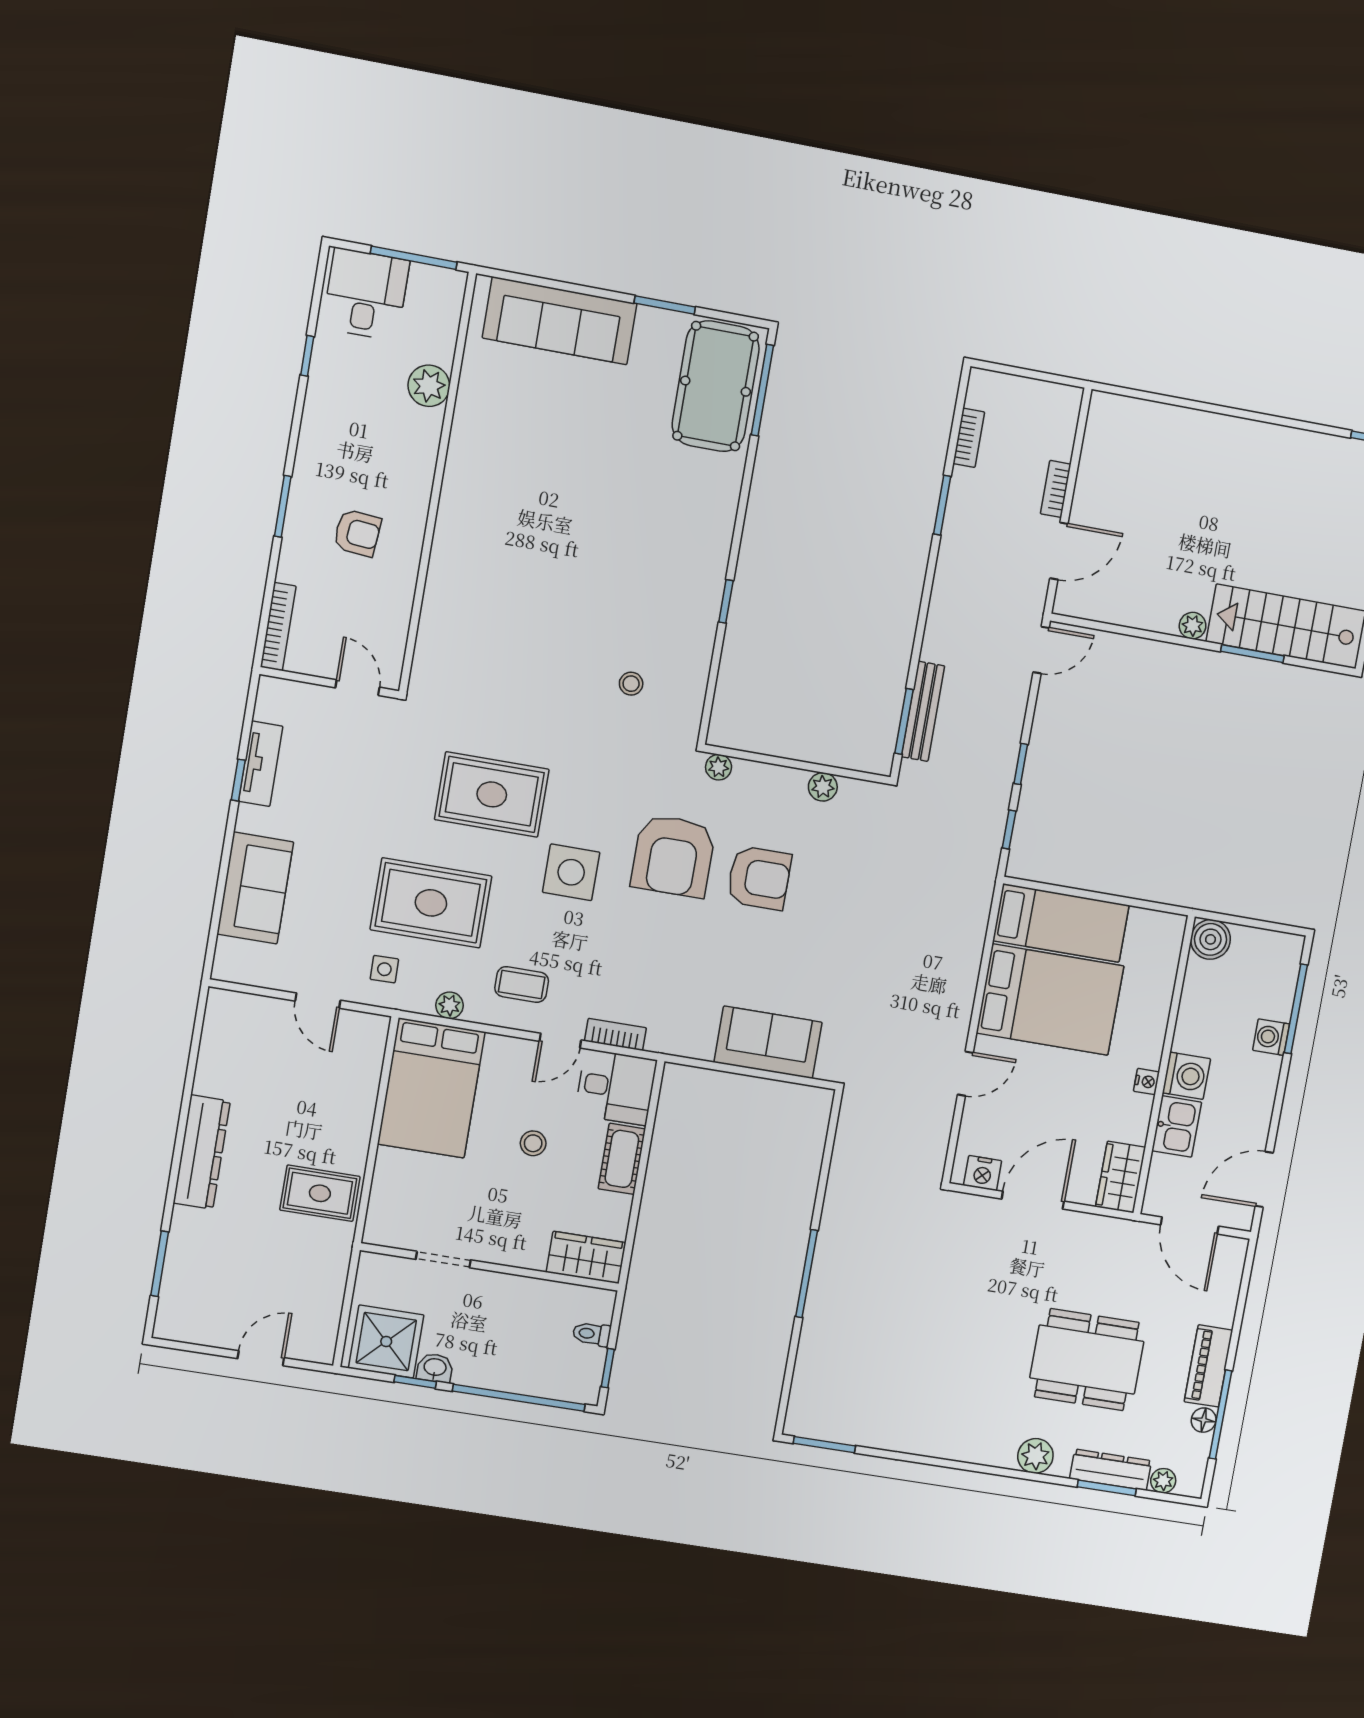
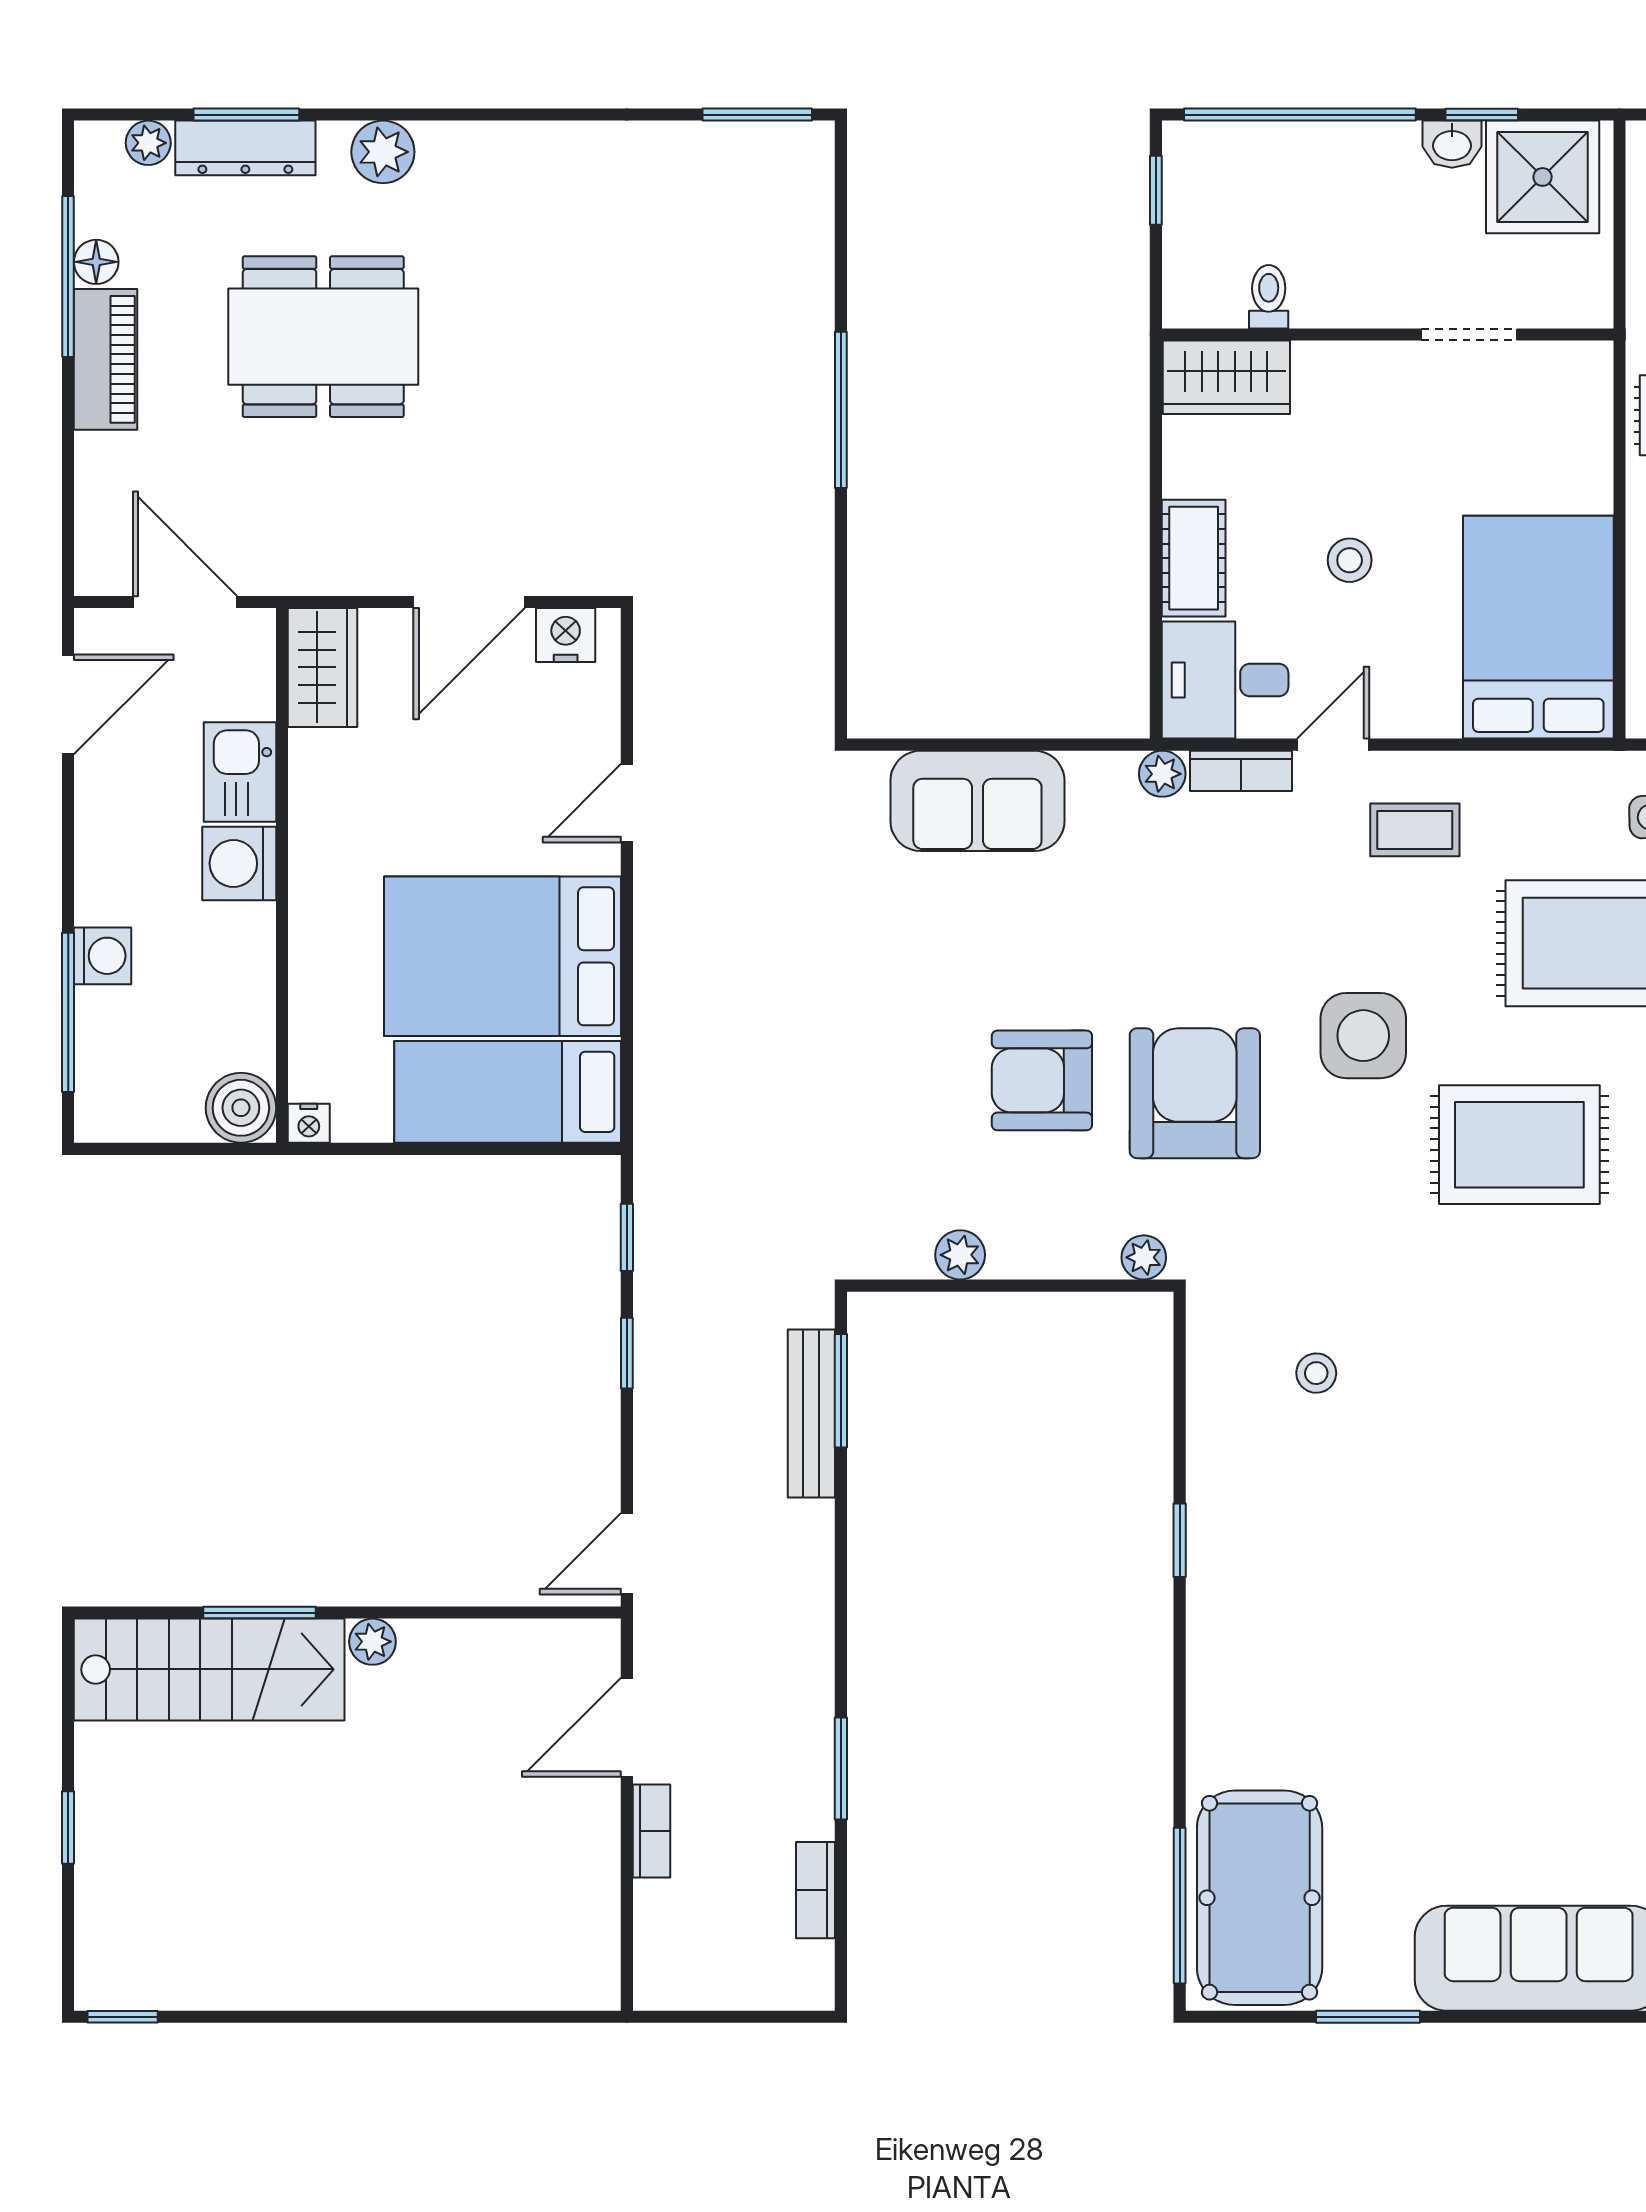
plant: (450, 1005) -> (1162, 774), moved
nightstand: (1146, 1082) -> (309, 1123), moved, turned -90
toilet: (592, 1334) -> (1269, 297), moved, turned -90

